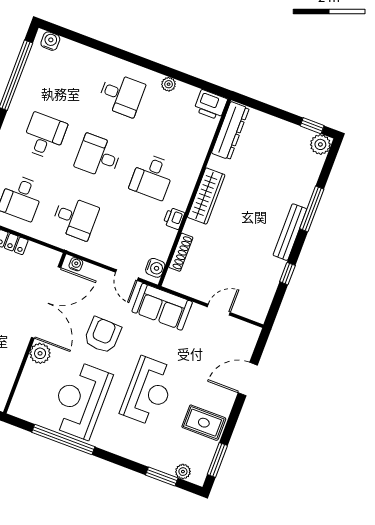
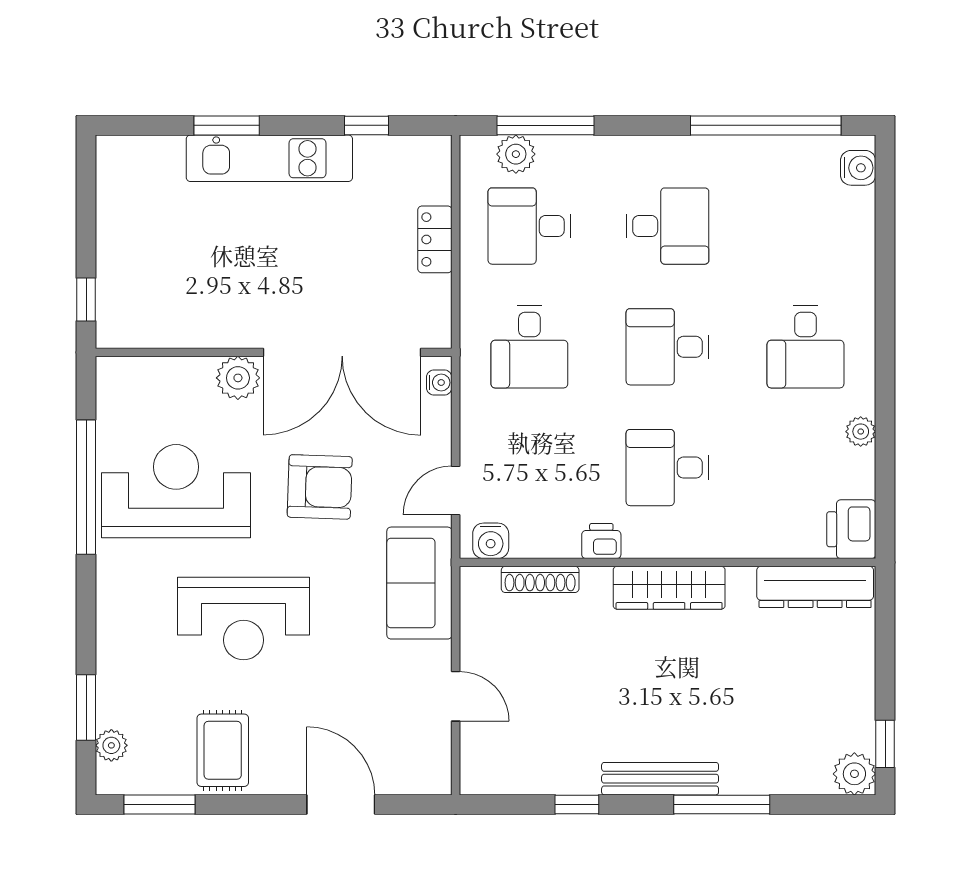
desk: (98, 156) -> (667, 347), turned -90

